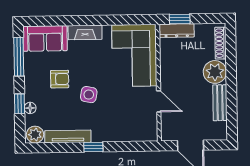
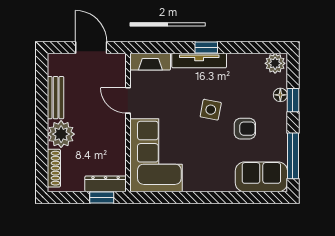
fireplace: (85, 32) -> (150, 62), moved, turned 180
armchair: (60, 79) -> (245, 129), turned 180
tv unit: (68, 136) -> (199, 61), moved

